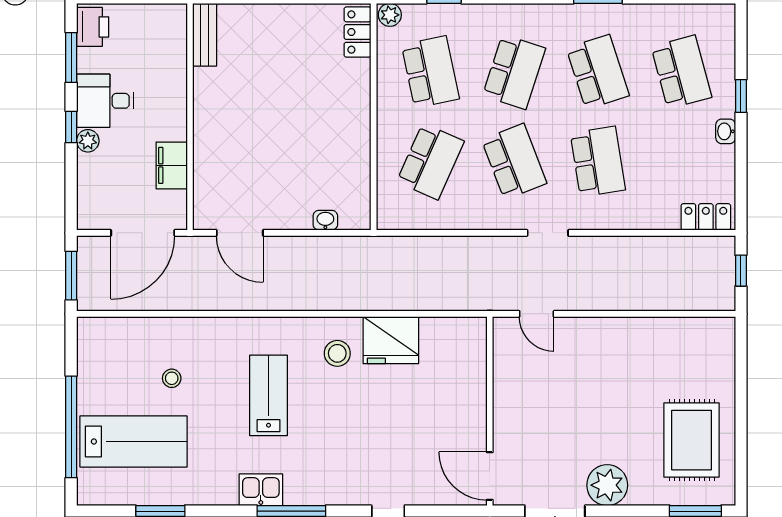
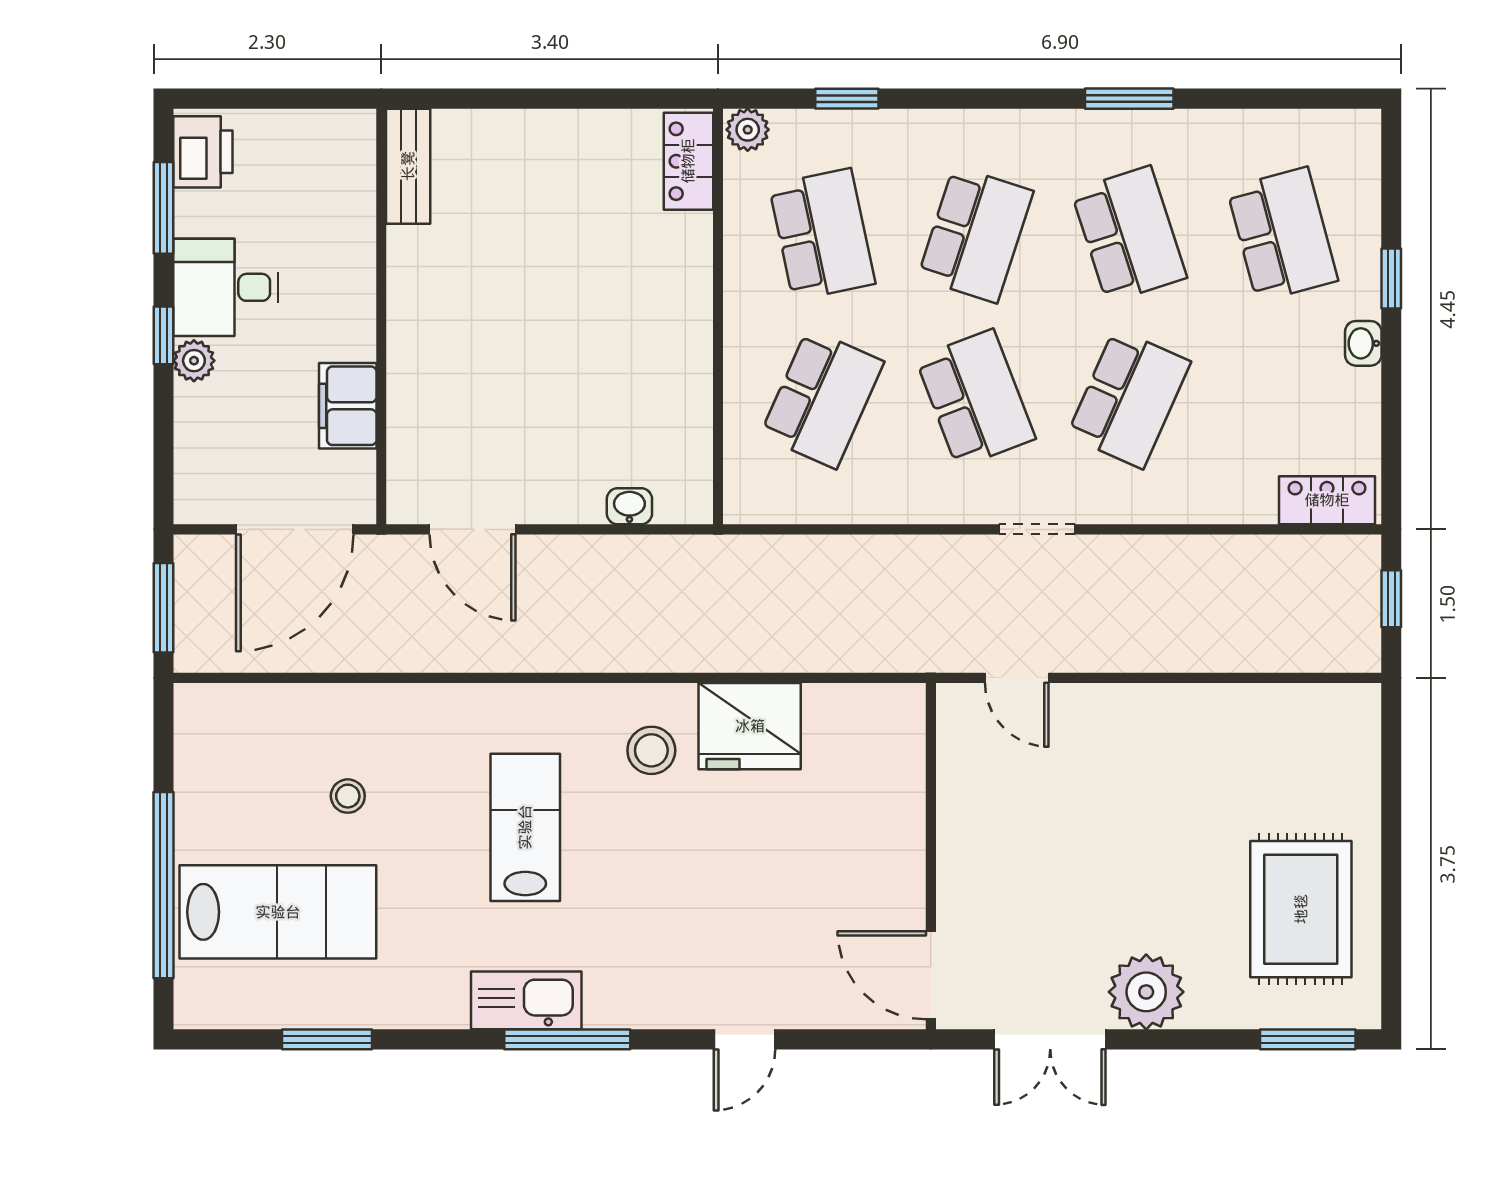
school desk: (598, 161) -> (1129, 399), turned 33
kitchen sink: (261, 490) -> (526, 1000), width x1.38

